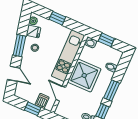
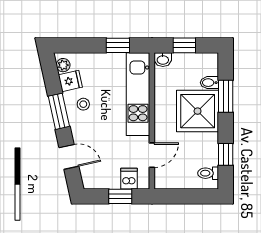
window: (57, 18) -> (118, 45), moved
shower: (84, 75) -> (198, 111), moved
window: (112, 91) -> (226, 96), moved
door: (61, 93) -> (152, 155), swing flipped

